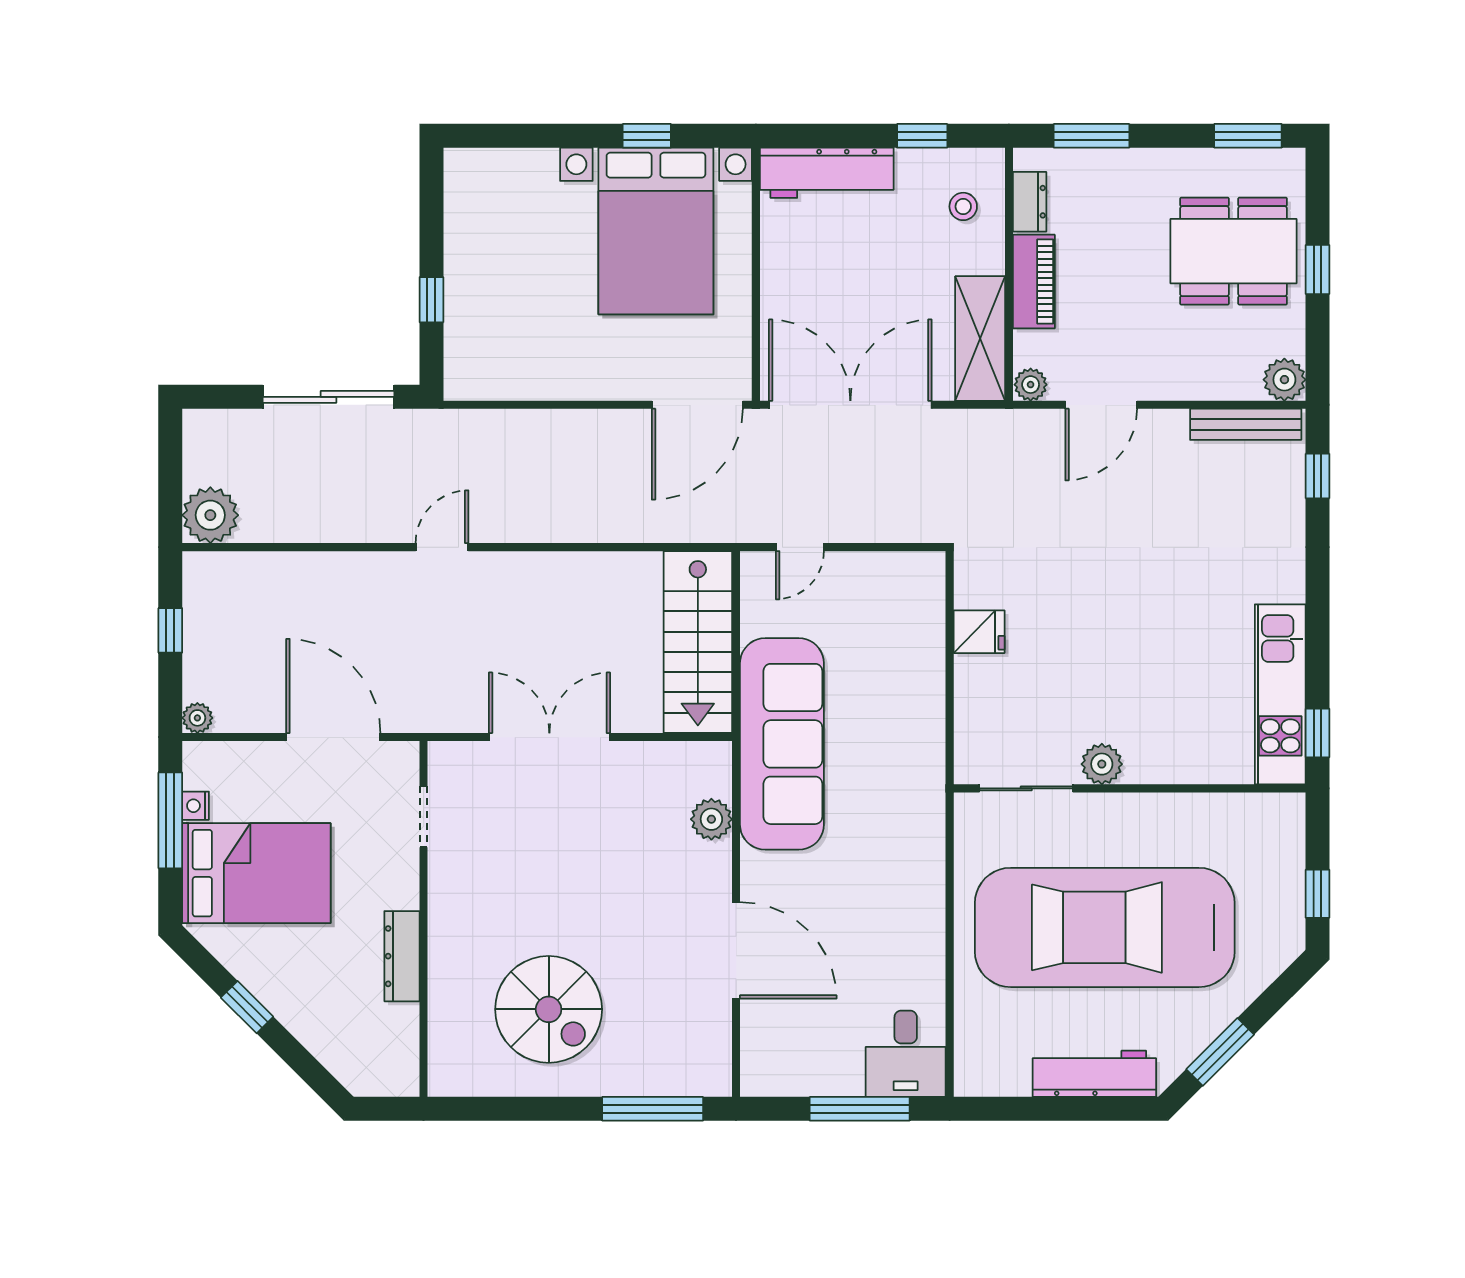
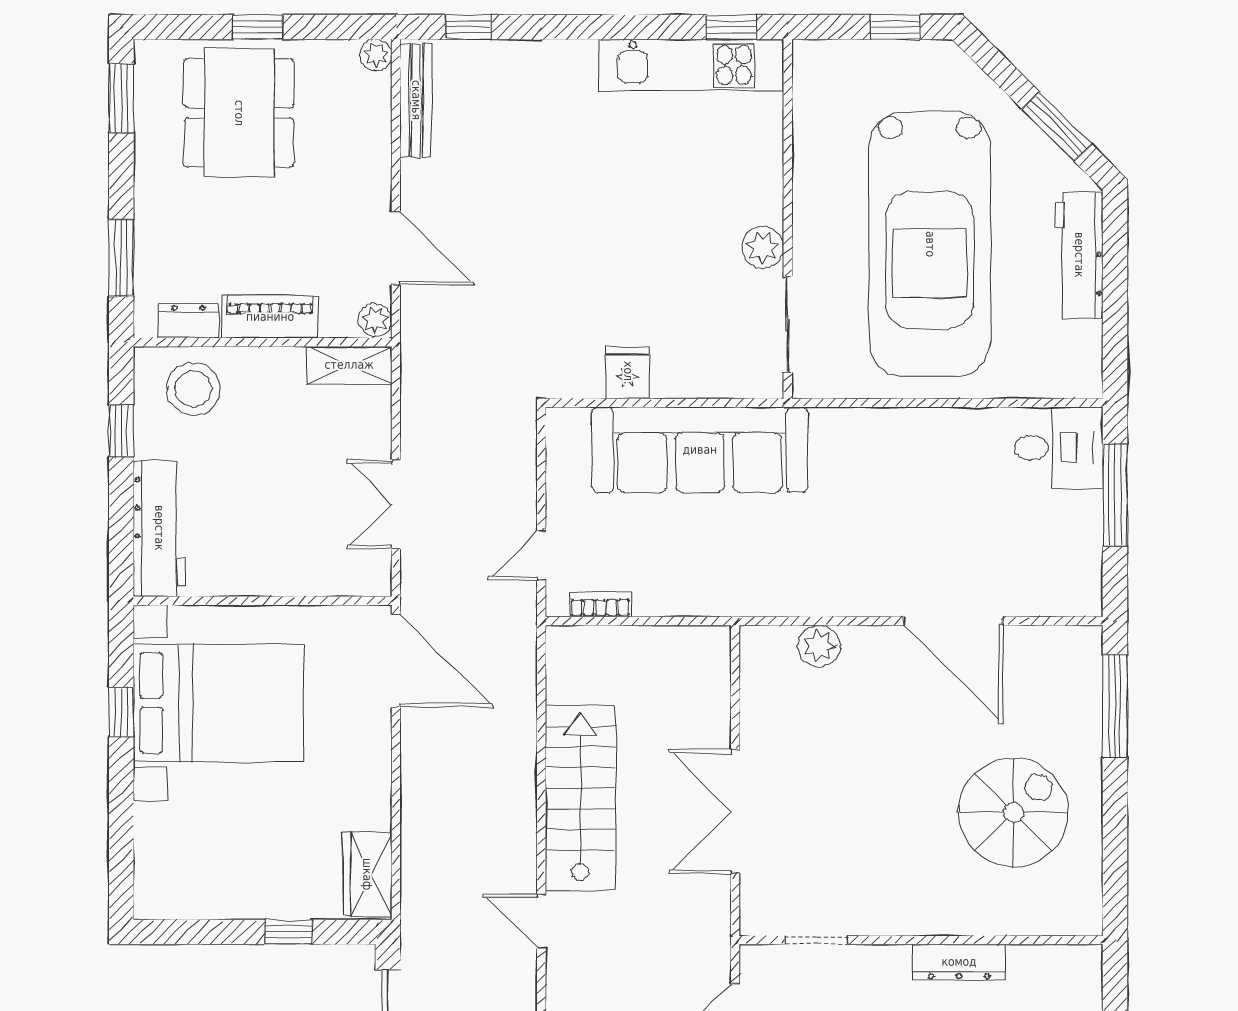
stool: (963, 206) -> (193, 389), width x1.89, depth x1.89
shelving: (980, 338) -> (349, 365), width x0.67, depth x0.75
wardrobe: (488, 377) -> (367, 874), added
plant: (1284, 380) -> (376, 55), width x0.73, depth x0.73
double door: (850, 405) -> (396, 504), width x0.54
door: (800, 547) -> (541, 556), swing flipped
bookcase: (752, 605) -> (600, 605), added
stairs: (698, 642) -> (580, 798), moved, turned -90
sofa: (782, 744) -> (700, 450), moved, turned 180
door: (736, 950) -> (953, 621), swing flipped

